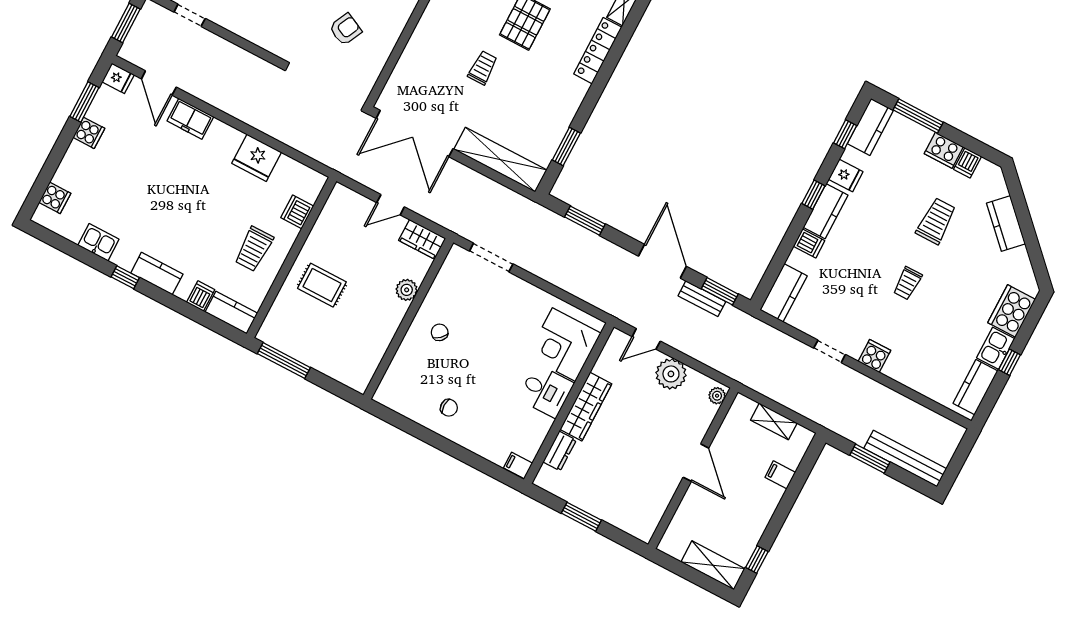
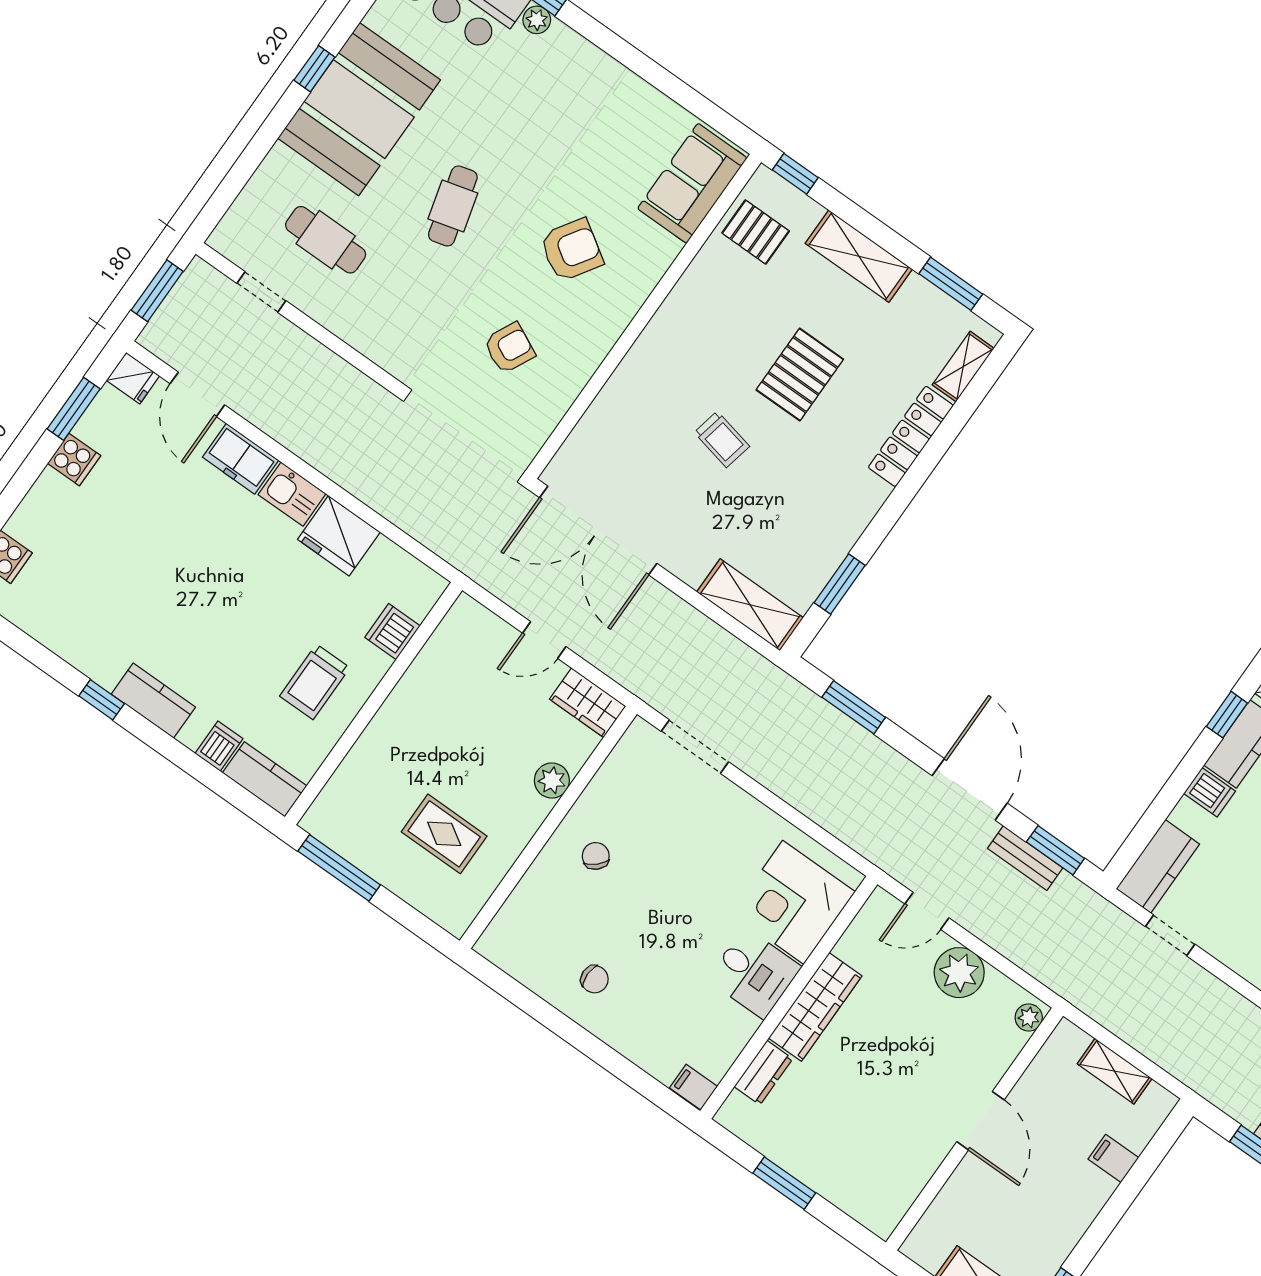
trolley: (483, 68) -> (722, 439), turned 102
shelving: (500, 160) -> (750, 605), width x0.68
kitchen sink: (98, 242) -> (292, 494), moved, turned 180
rug: (322, 285) -> (444, 834), moved
doorway: (830, 351) -> (1170, 935), moved

